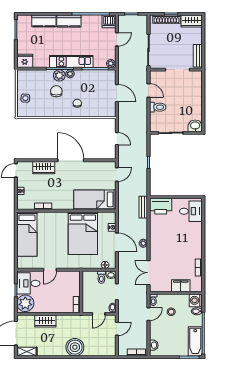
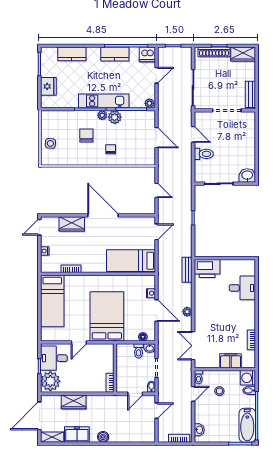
kitchen counter: (69, 21) -> (115, 54), moved
fridge: (25, 61) -> (48, 86), moved, turned 90
plant: (59, 75) -> (115, 117), moved
desk: (191, 211) -> (242, 288), moved
bed: (83, 233) -> (107, 316), moved, turned 180
boiler: (75, 347) -> (103, 437), width x0.54, depth x0.54
freezer: (48, 349) -> (77, 434), added

